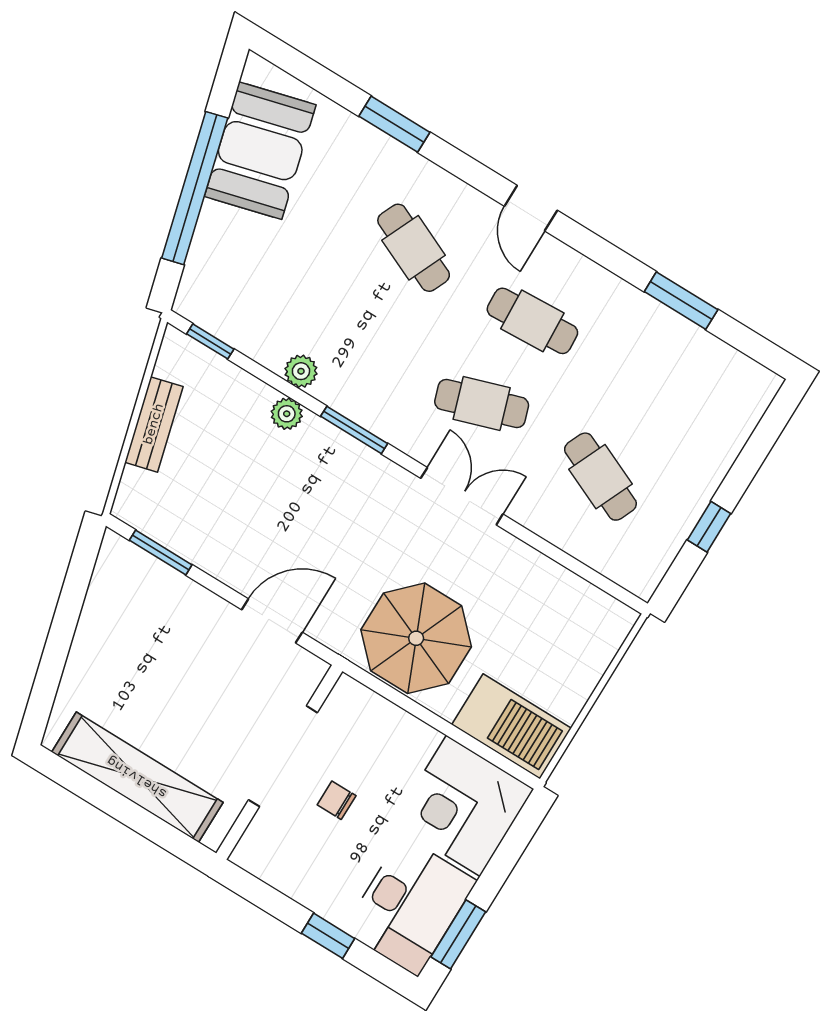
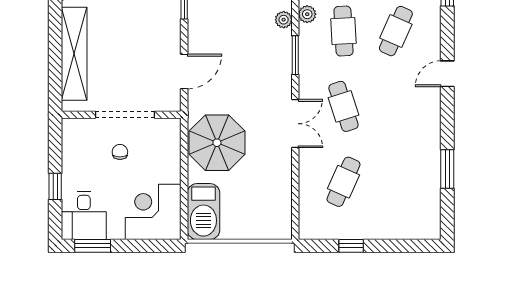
cafe table: (532, 321) -> (343, 31), moved
door: (272, 621) -> (184, 72), hinge flipped
desk: (410, 906) -> (84, 215), width x0.73

